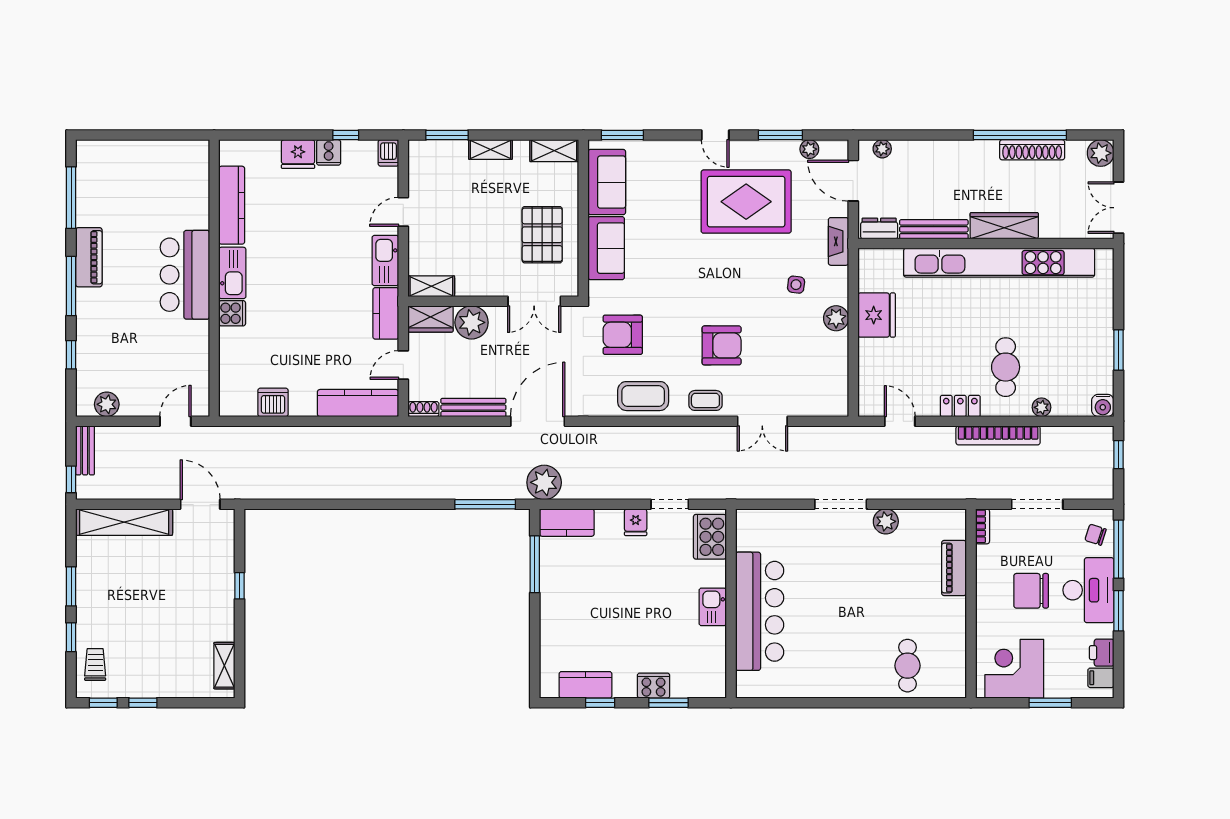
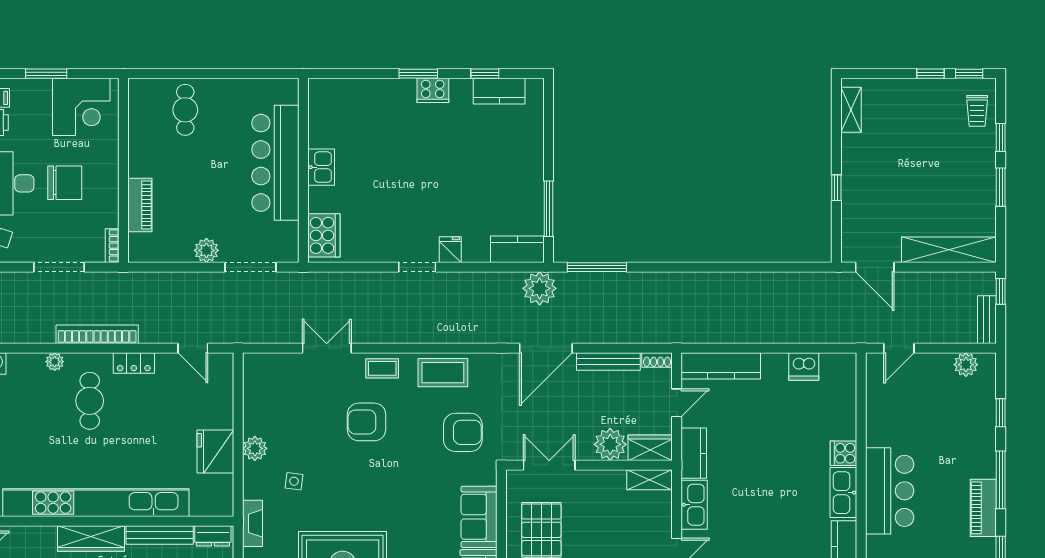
cooker: (710, 537) -> (324, 235), moved
wall: (731, 603) -> (303, 170), moved
kitchen sink: (713, 607) -> (321, 167), moved
bar counter: (760, 611) -> (275, 163), moved

